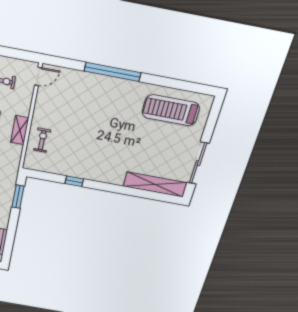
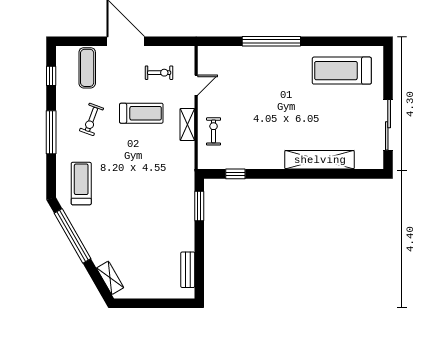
door: (38, 76) -> (196, 85), moved
window: (74, 181) -> (235, 174), moved
shelving: (155, 184) -> (320, 160), moved

